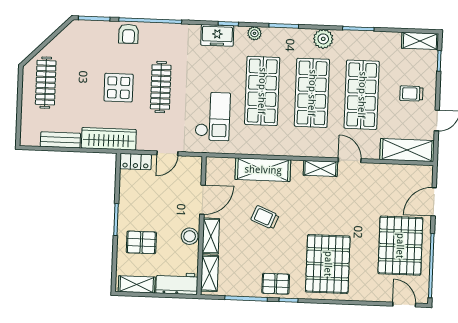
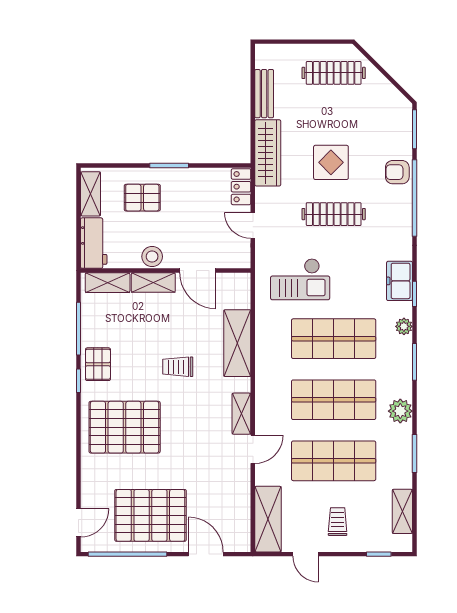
shelving: (420, 41) -> (402, 511), moved
trolley: (265, 217) -> (178, 367), moved, turned -112
pallet: (141, 242) -> (142, 198), turned 90

